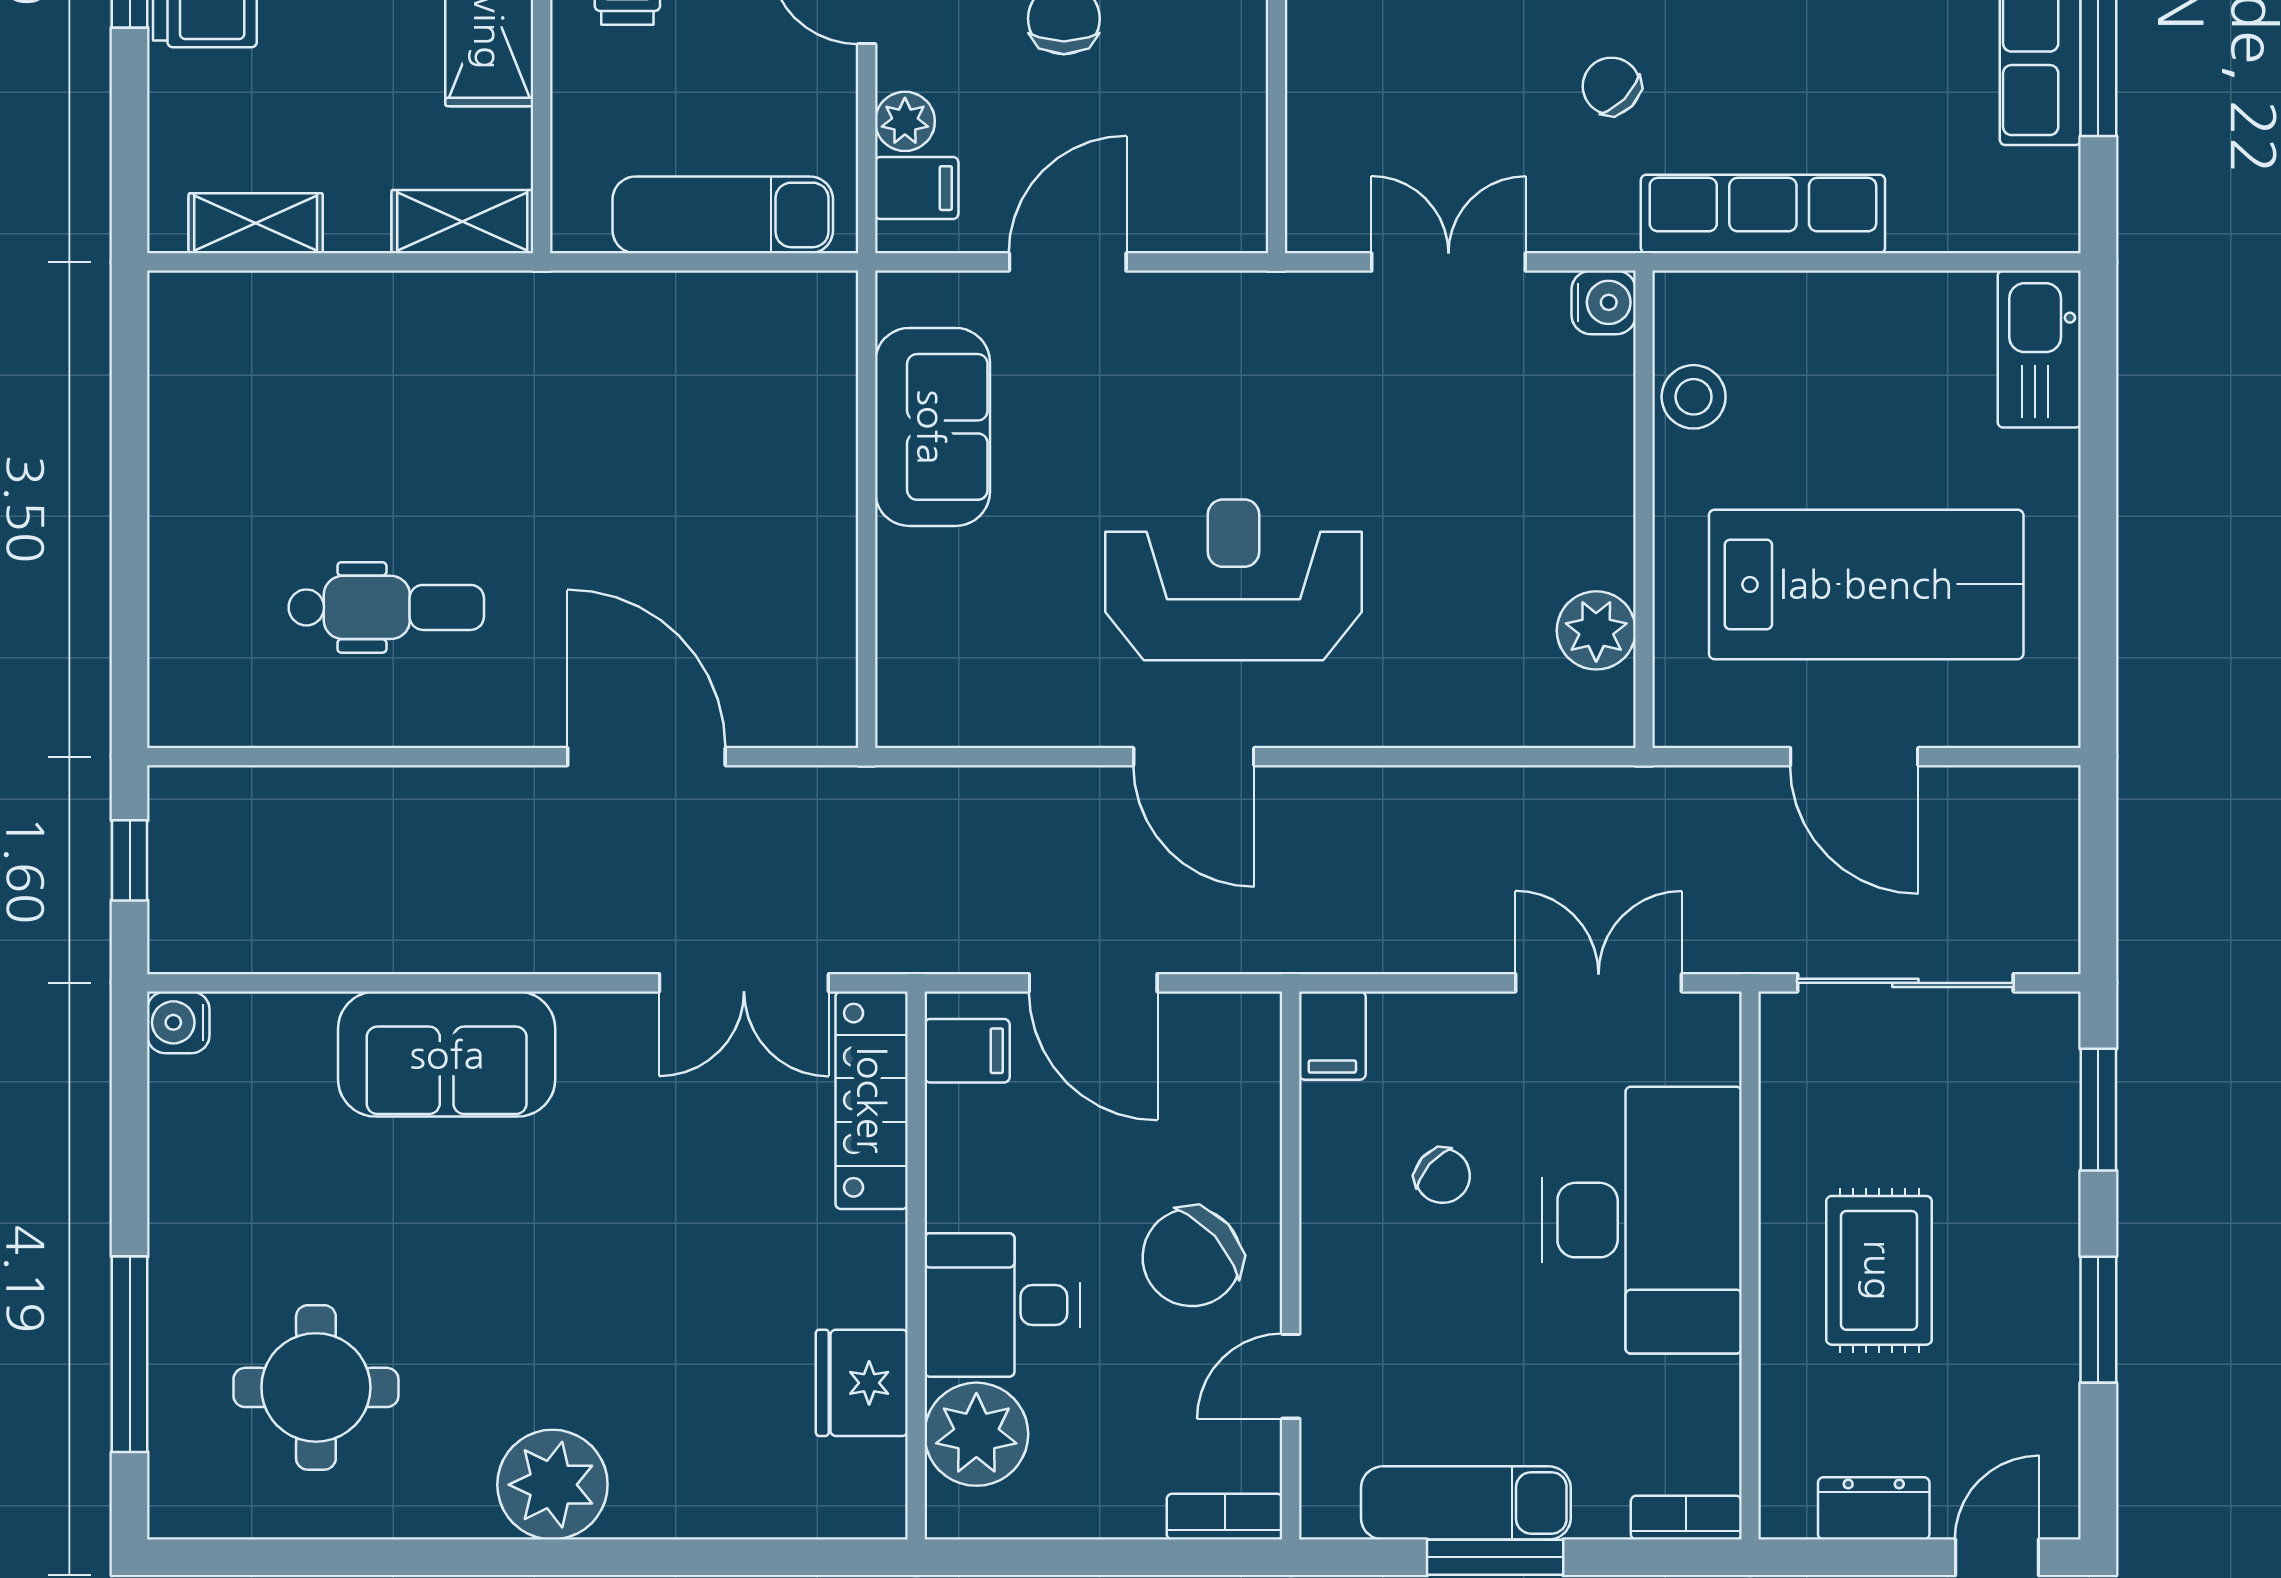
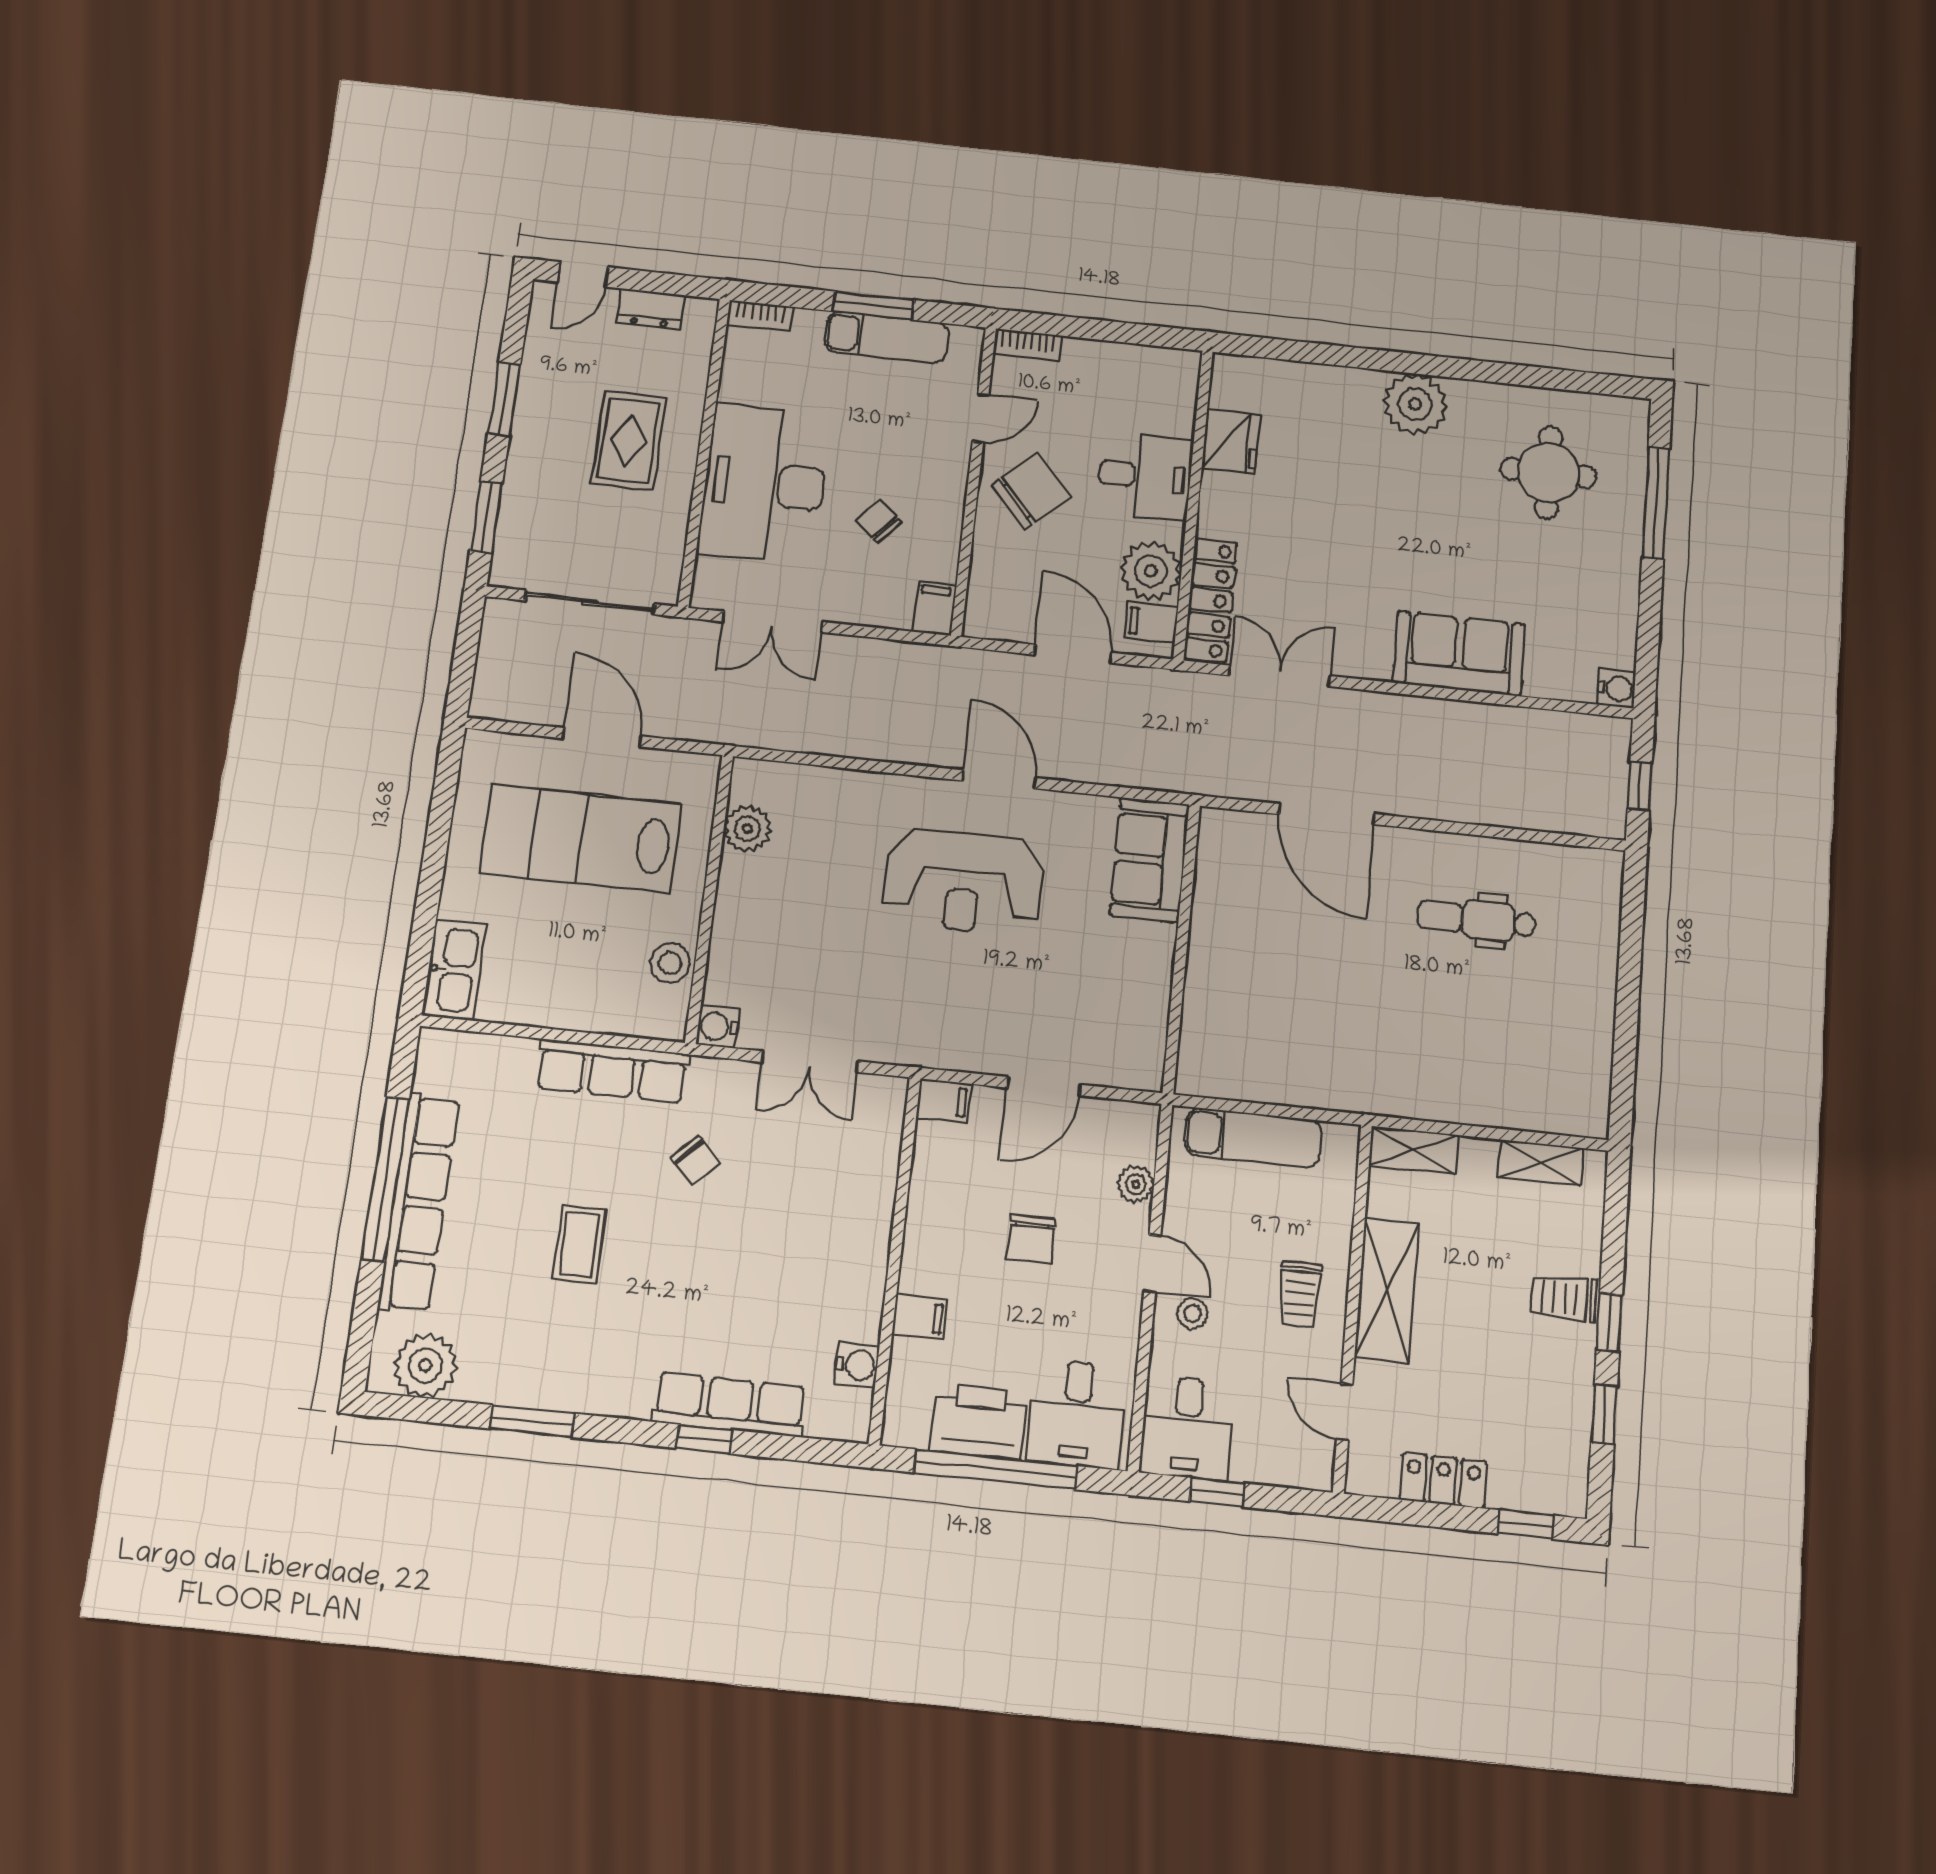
filing cabinet: (917, 188) -> (944, 1100), moved, turned 180
sofa: (932, 427) -> (1149, 860), moved
plant: (976, 1434) -> (1151, 571), moved

